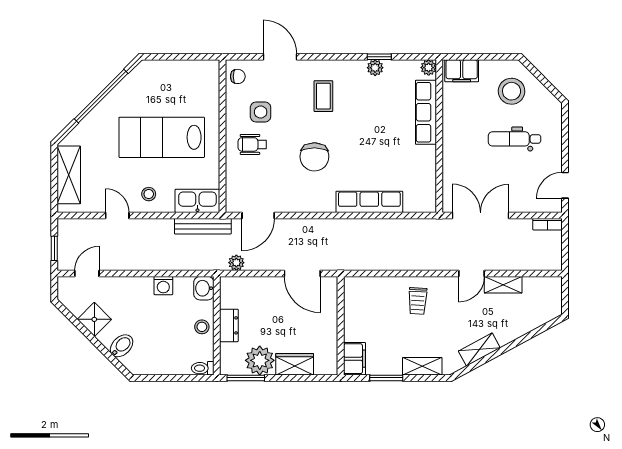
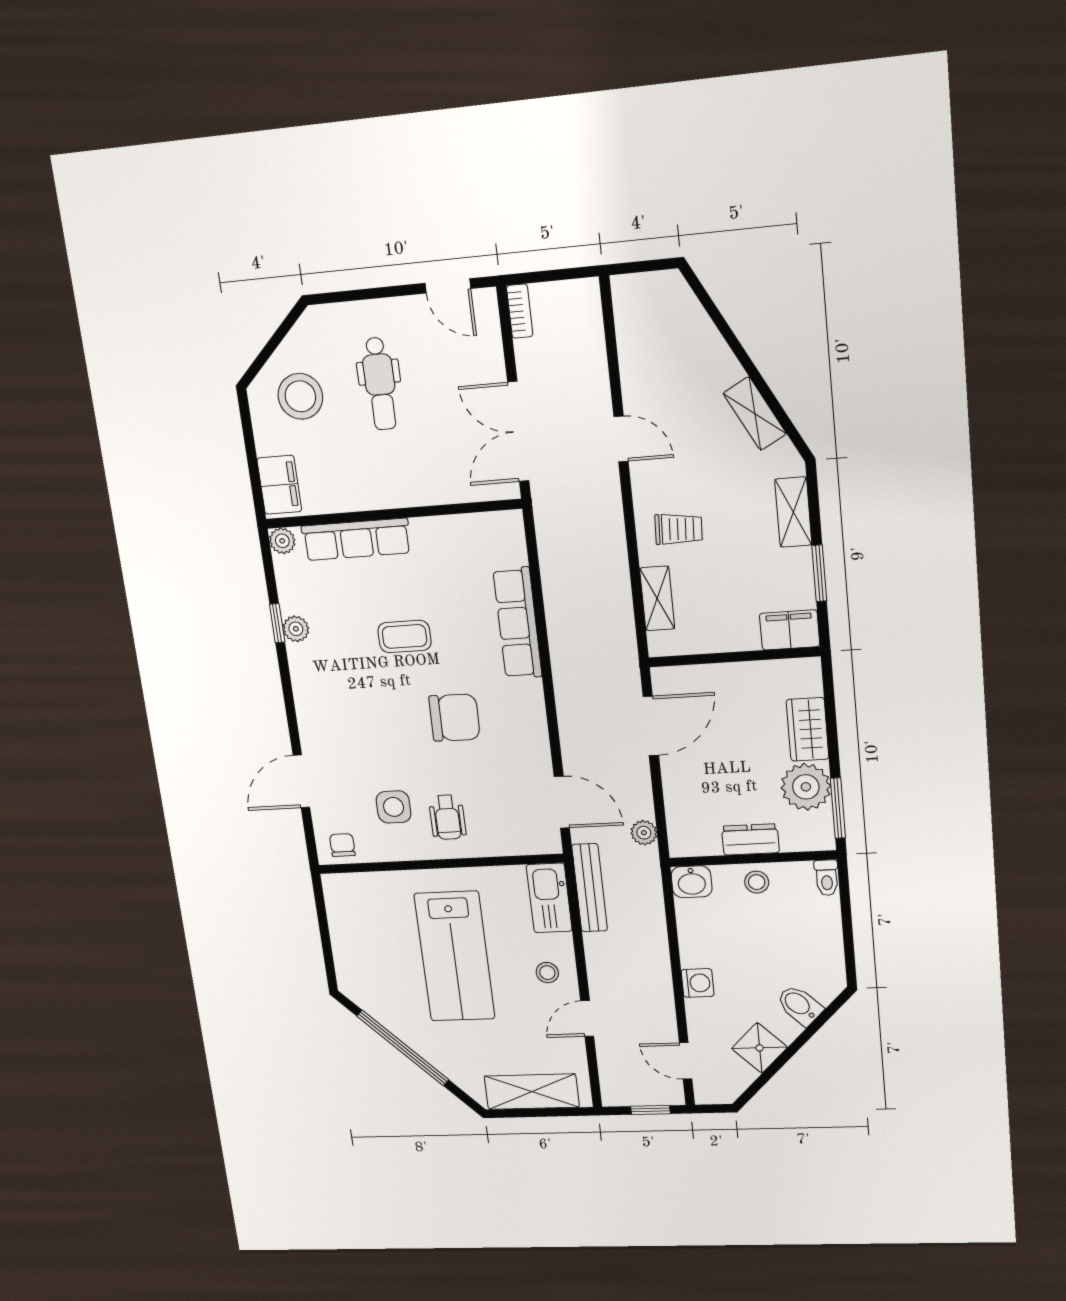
coffee table: (323, 96) -> (405, 636), moved
shelving: (503, 285) -> (657, 598), moved
washing machine: (163, 286) -> (698, 983), moved

